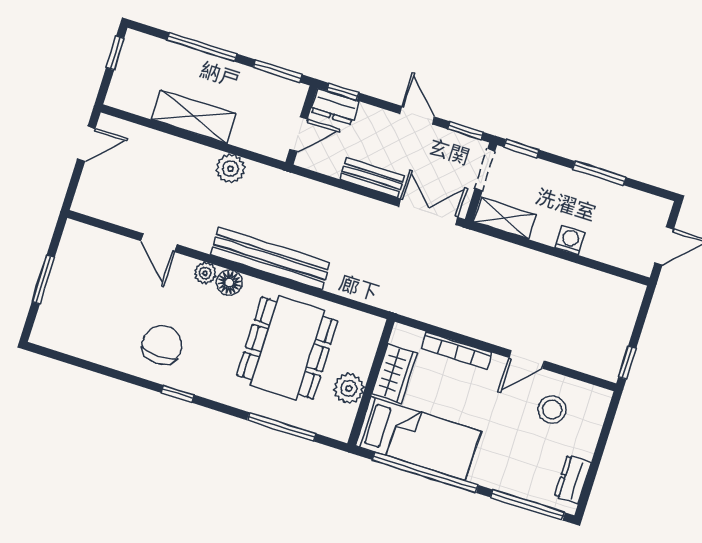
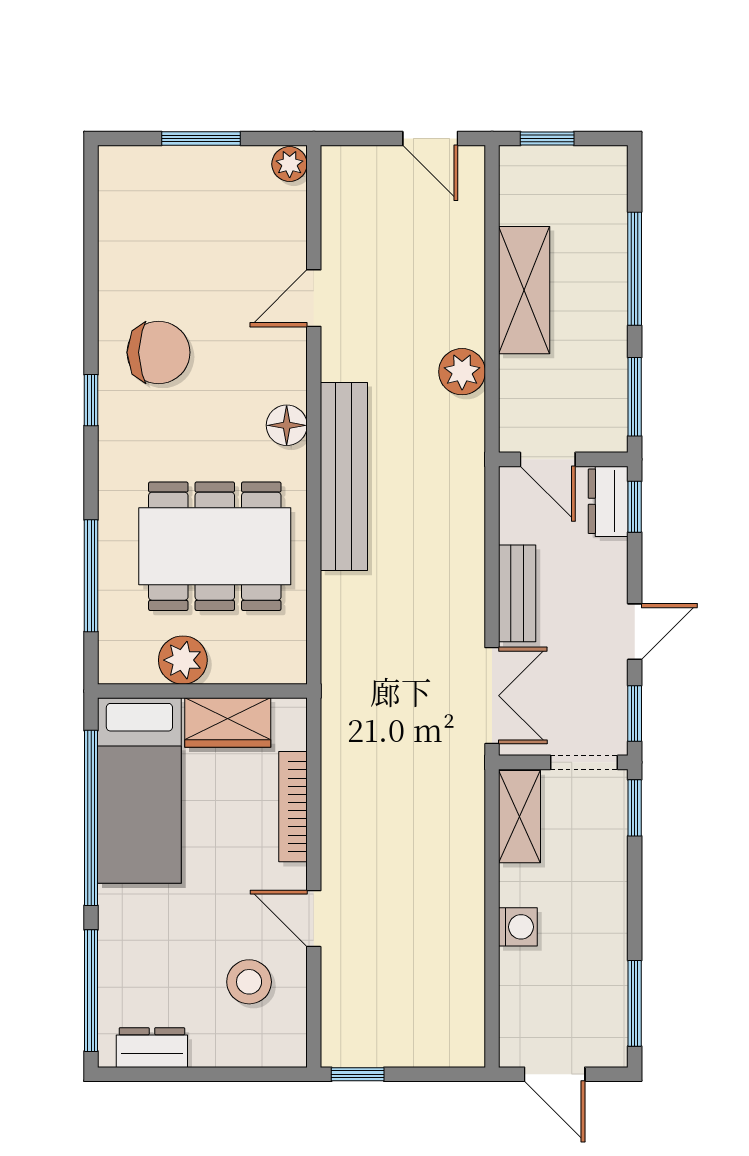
window: (115, 53) -> (547, 139), moved
window: (599, 173) -> (635, 1003), moved
plant: (205, 273) -> (290, 164), moved

